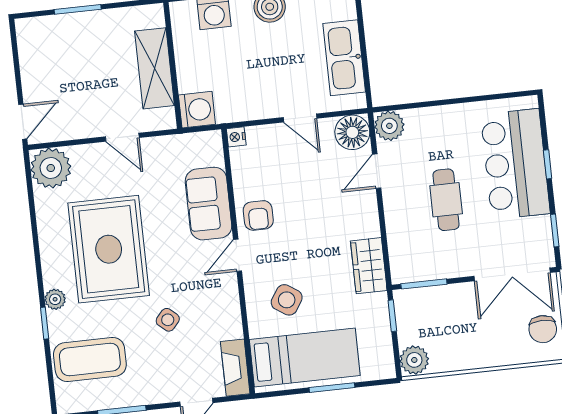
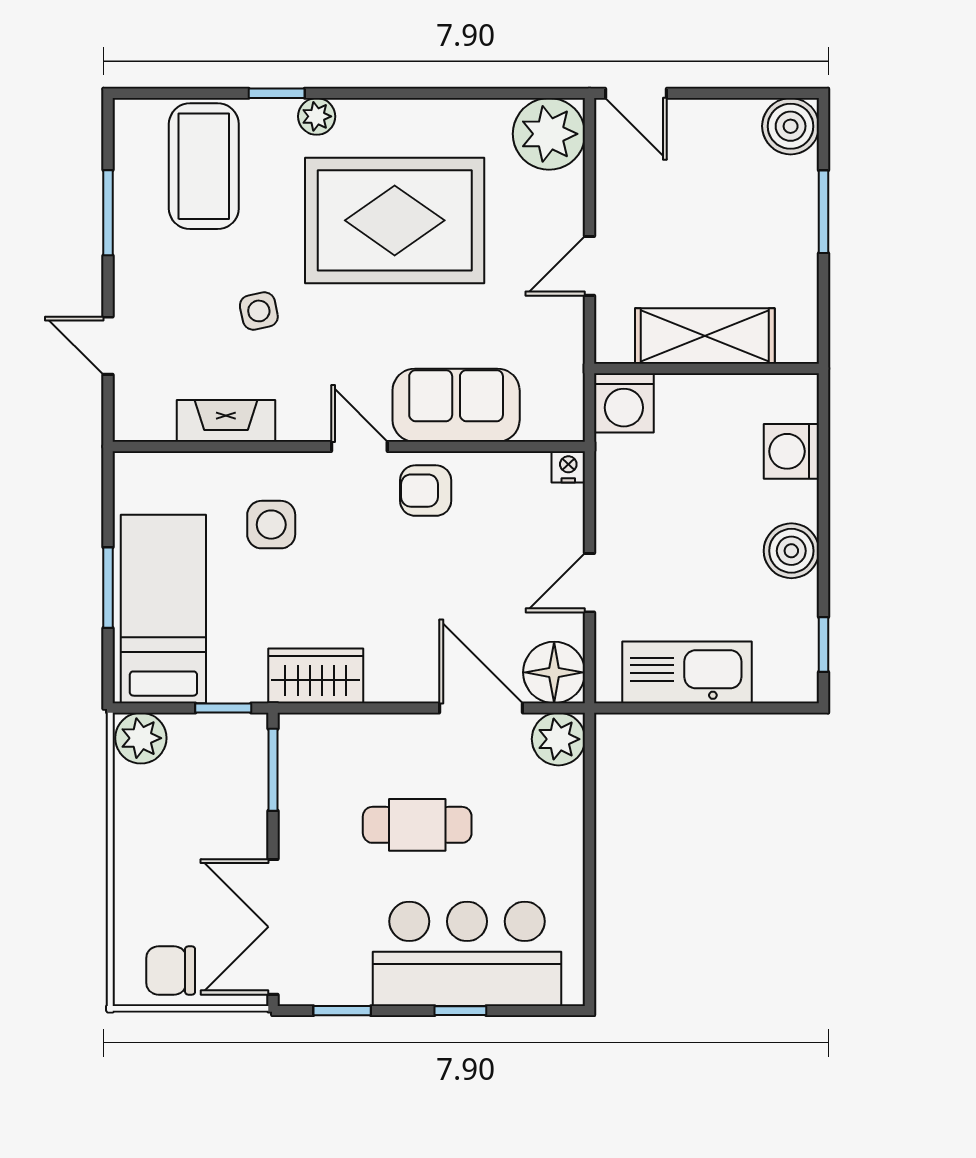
boiler: (32, 33) -> (791, 126), added
door: (377, 171) -> (481, 708), width x1.38
side table: (287, 300) -> (271, 525), turned -33
side table: (168, 320) -> (259, 311), turned 37
bed: (305, 358) -> (163, 609), moved, turned 180
fireplace: (235, 368) -> (226, 421), moved

